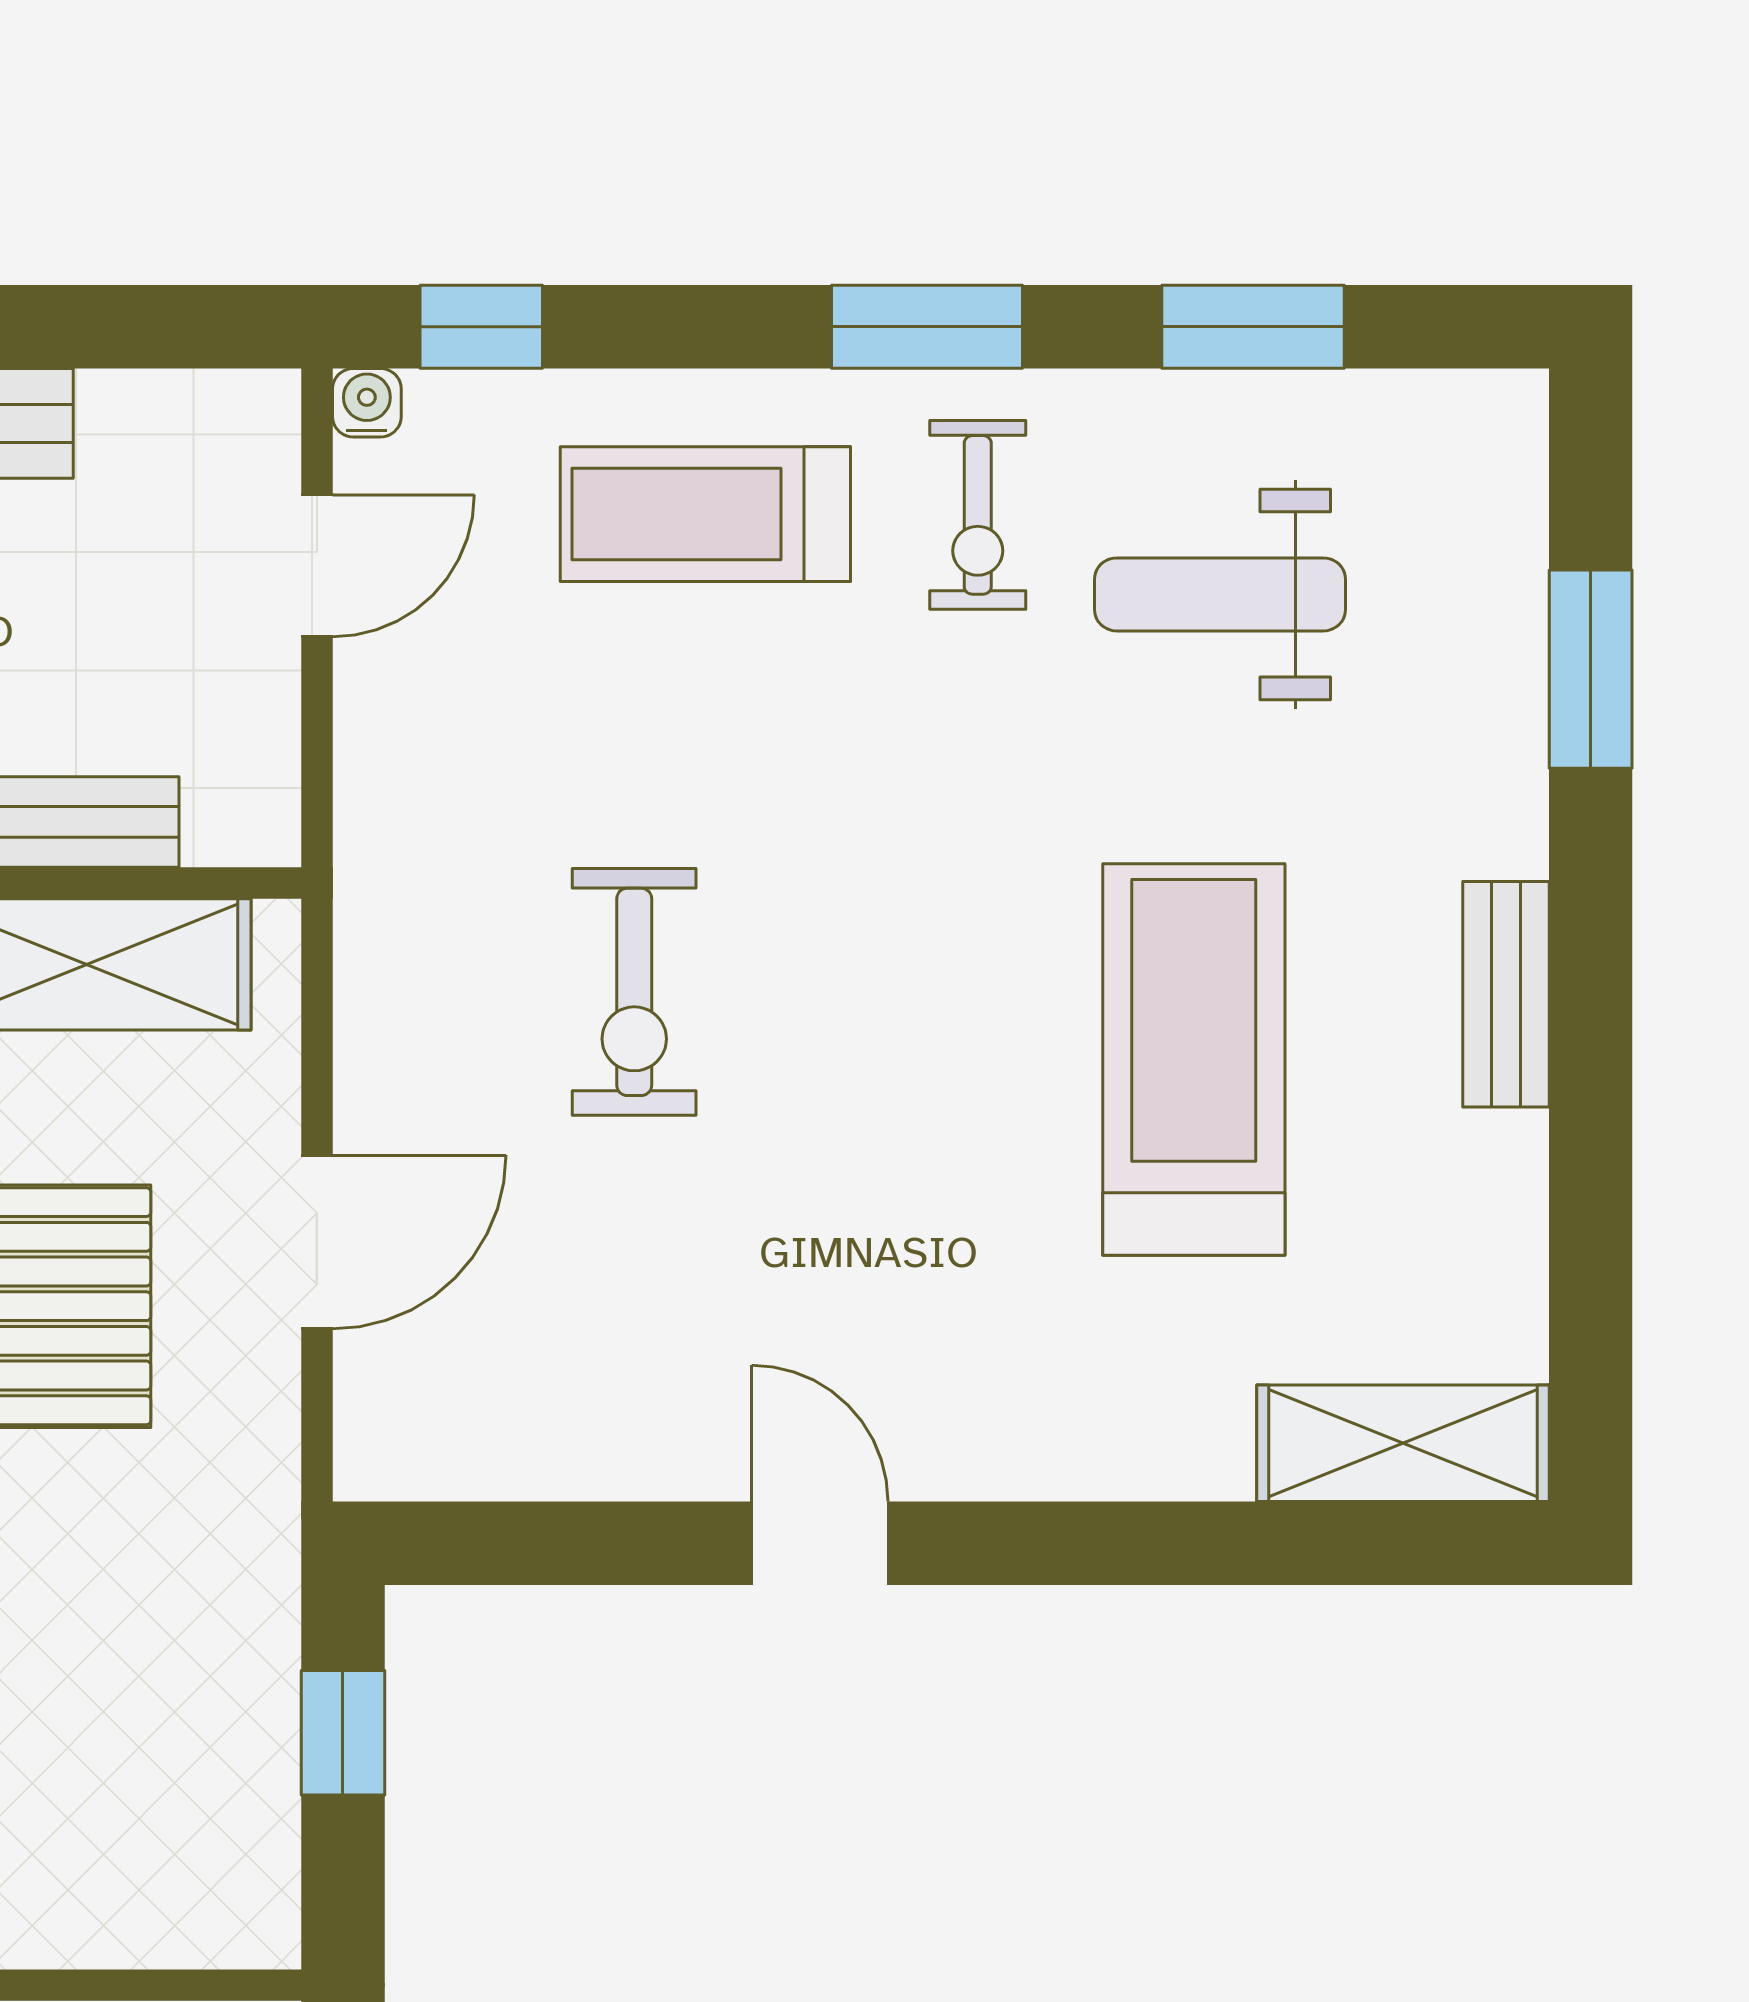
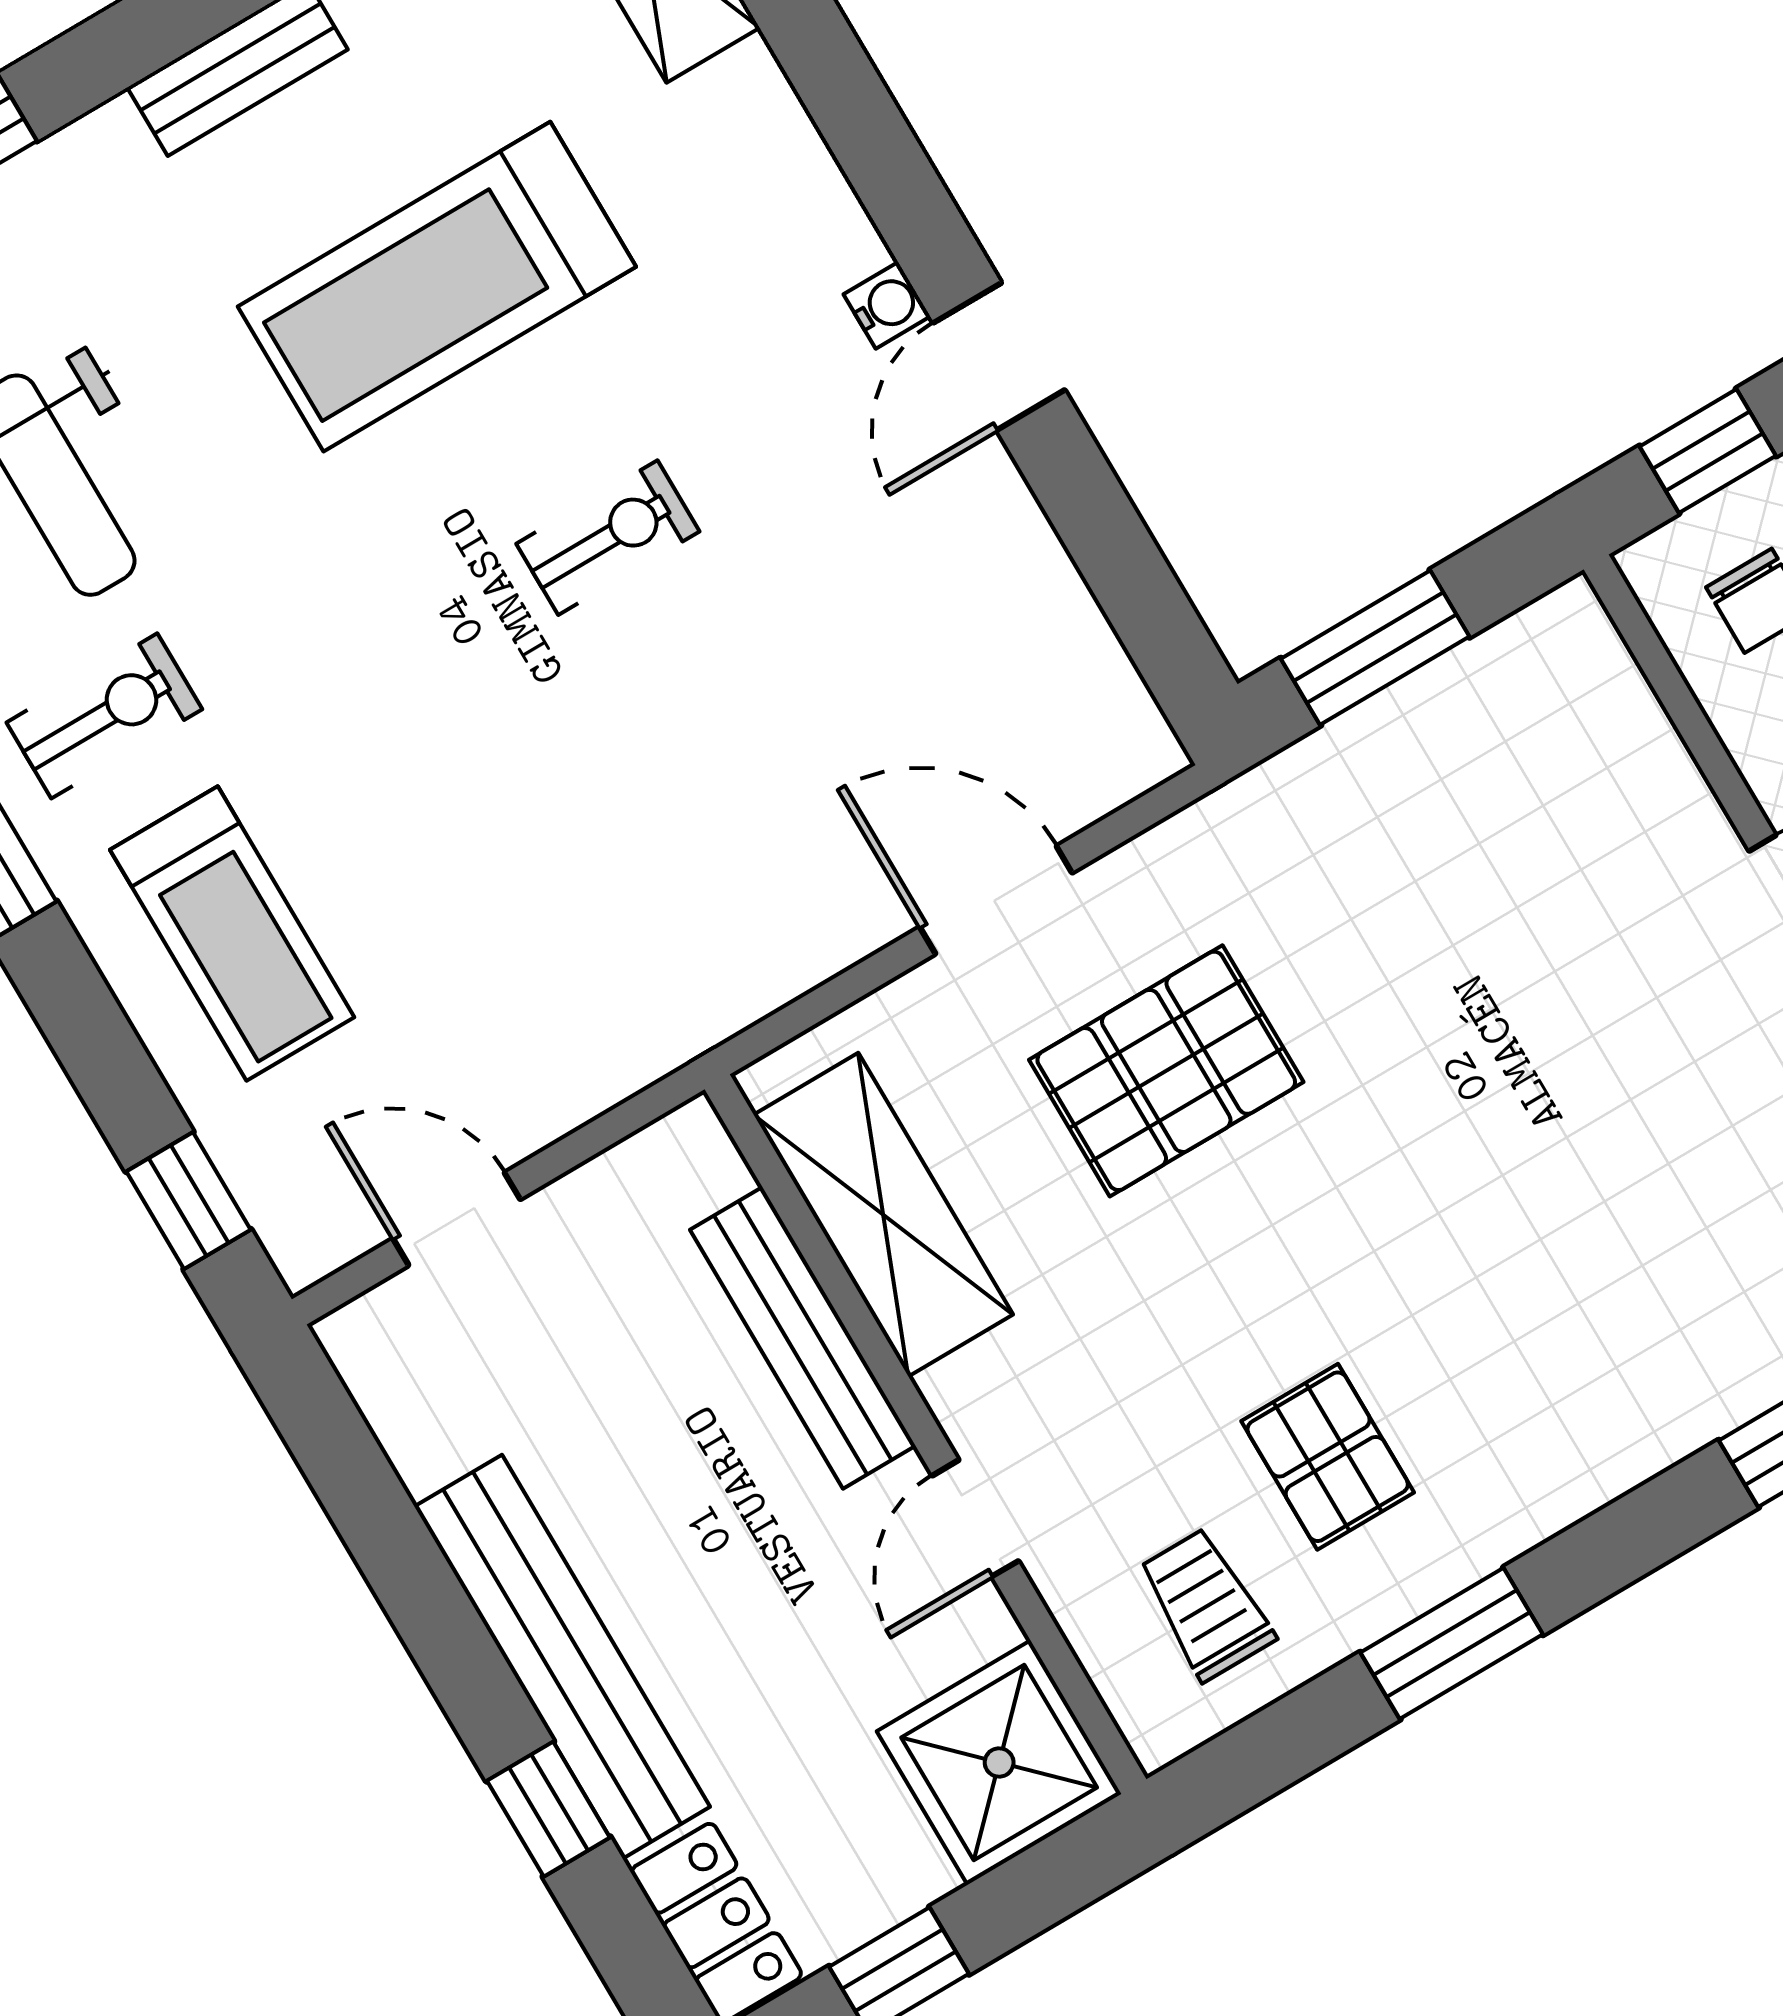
water cooler: (367, 403) -> (887, 305), moved, turned 180
exercise bike: (634, 992) -> (608, 538), moved, width x0.73, depth x0.72
window: (343, 1733) -> (1375, 648), width x1.50

